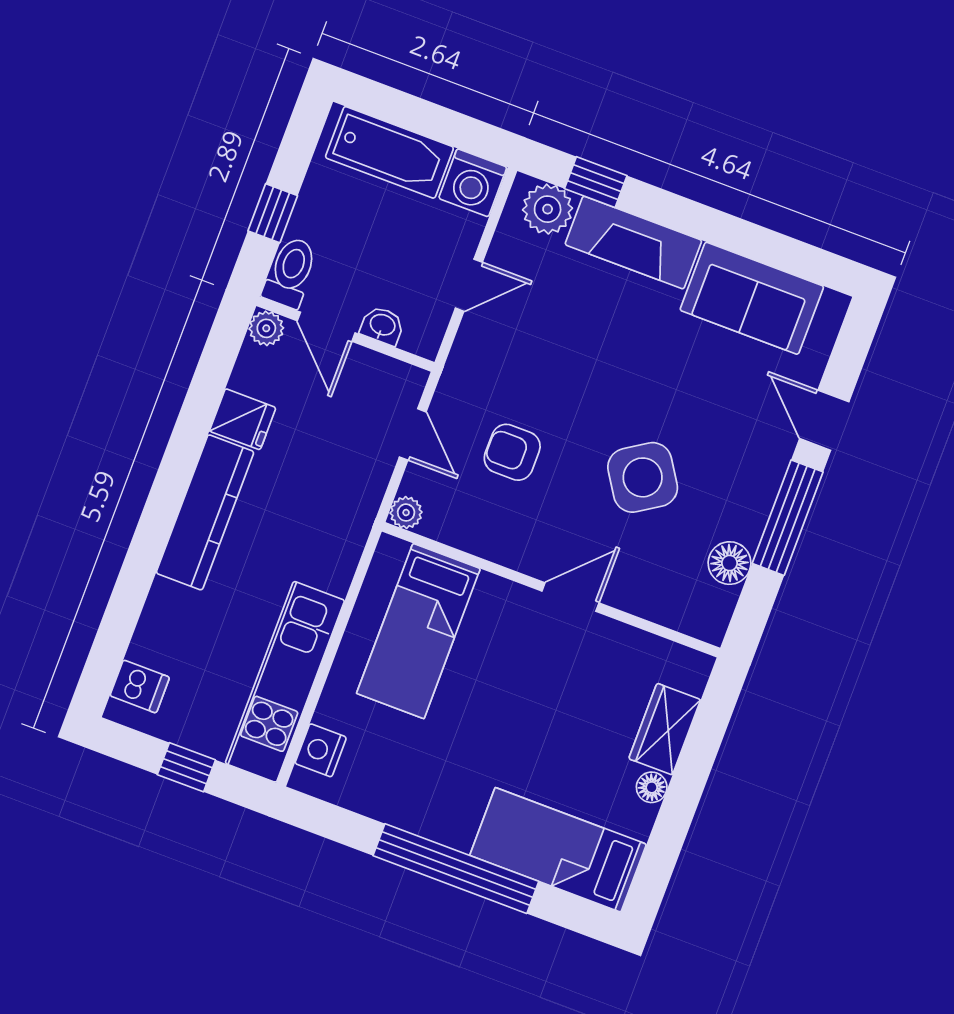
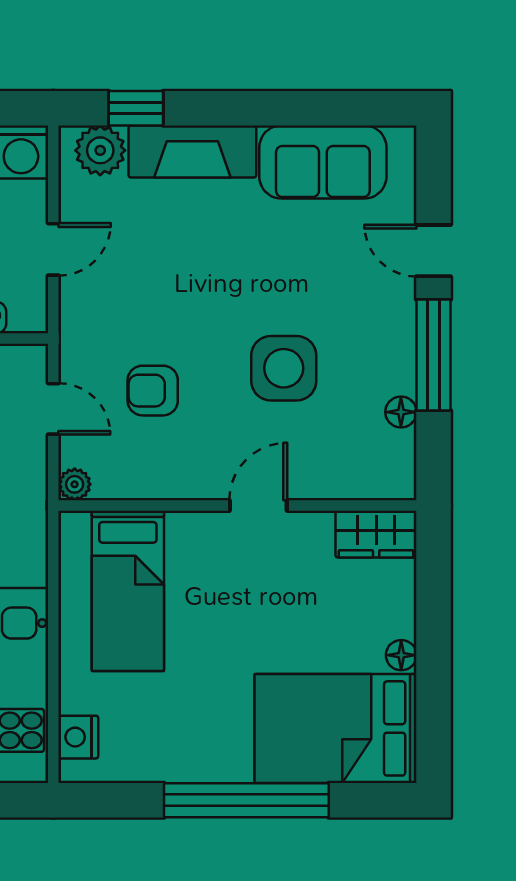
side table: (643, 477) -> (284, 368), turned 33
floor lamp: (729, 563) -> (401, 412), width x0.73, depth x0.73
wardrobe: (665, 729) -> (376, 534), moved, turned -90
bed: (558, 850) -> (336, 728), width x1.50

